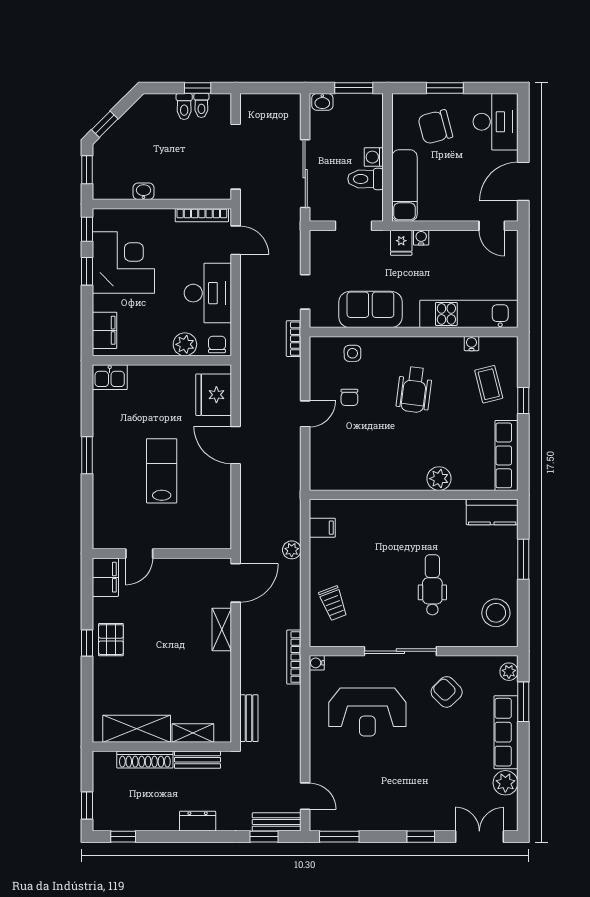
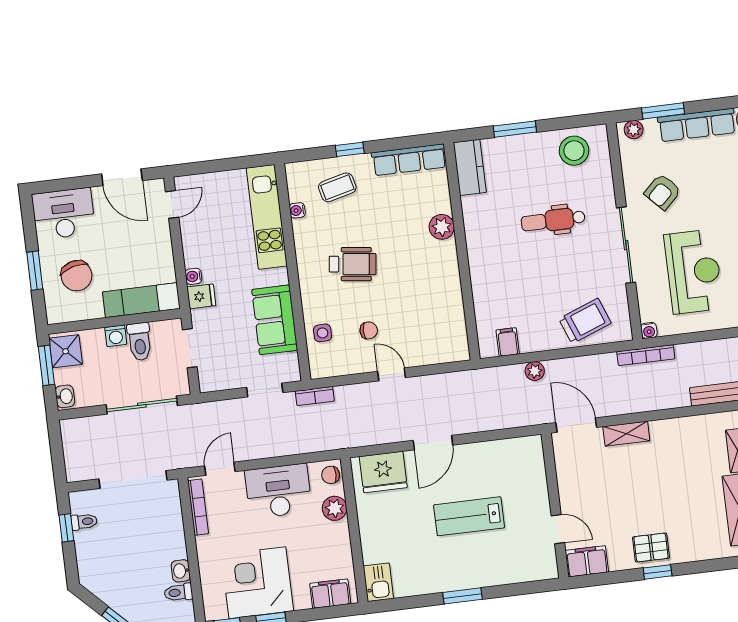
toilet: (184, 106) -> (178, 592), moved, turned 180
shower: (365, 108) -> (66, 351), added
trolley: (333, 603) -> (585, 321), width x1.36, depth x1.39

